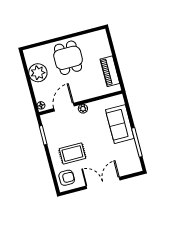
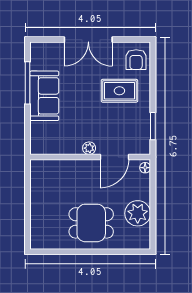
dining table: (68, 58) -> (91, 223), turned 90
piano: (110, 71) -> (39, 190), removed
sofa: (120, 124) -> (44, 96), moved
armchair: (67, 178) -> (136, 60), turned -90

